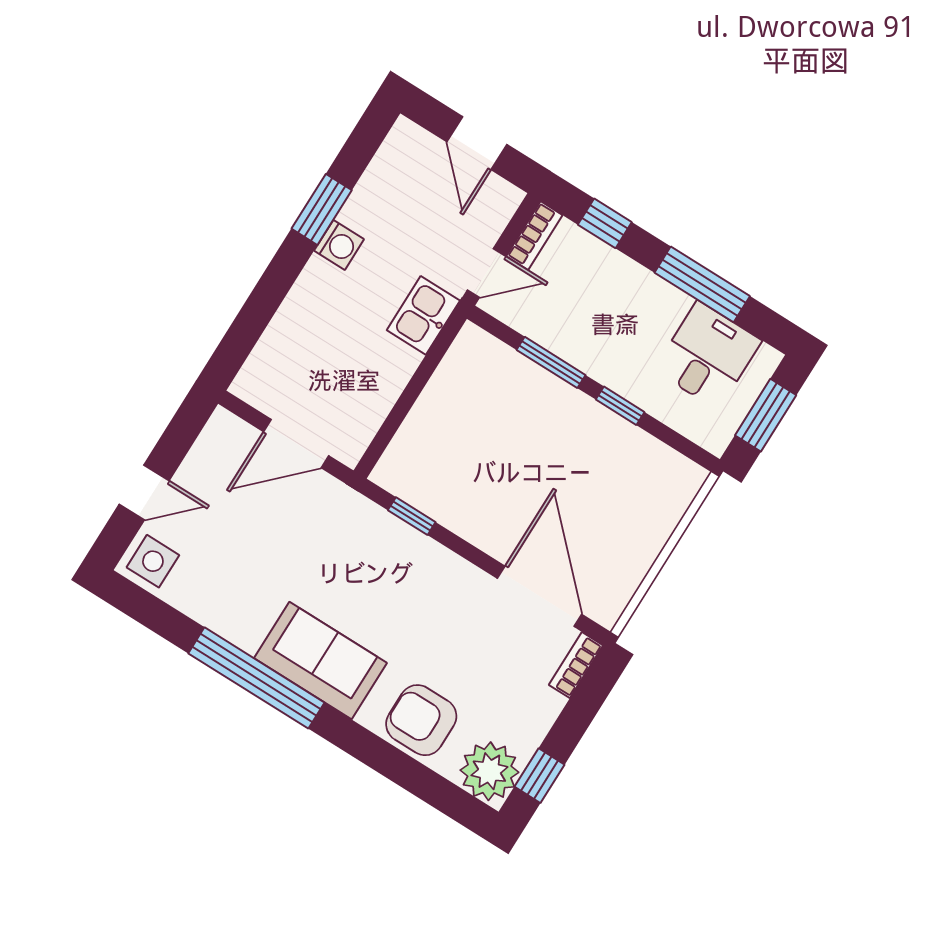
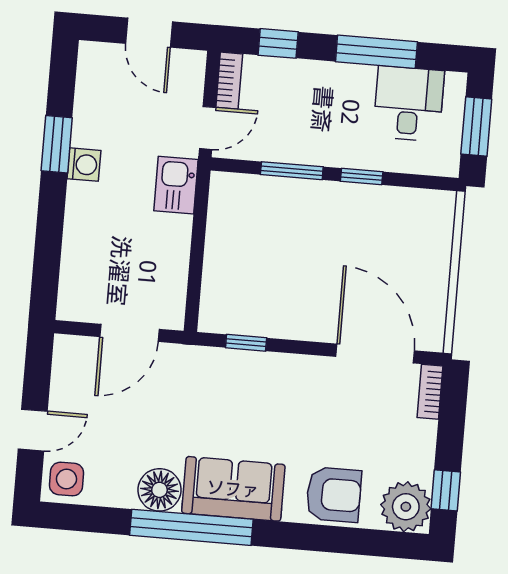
floor lamp: (243, 622) -> (159, 490), added
armchair: (421, 720) -> (334, 495), turned 180

